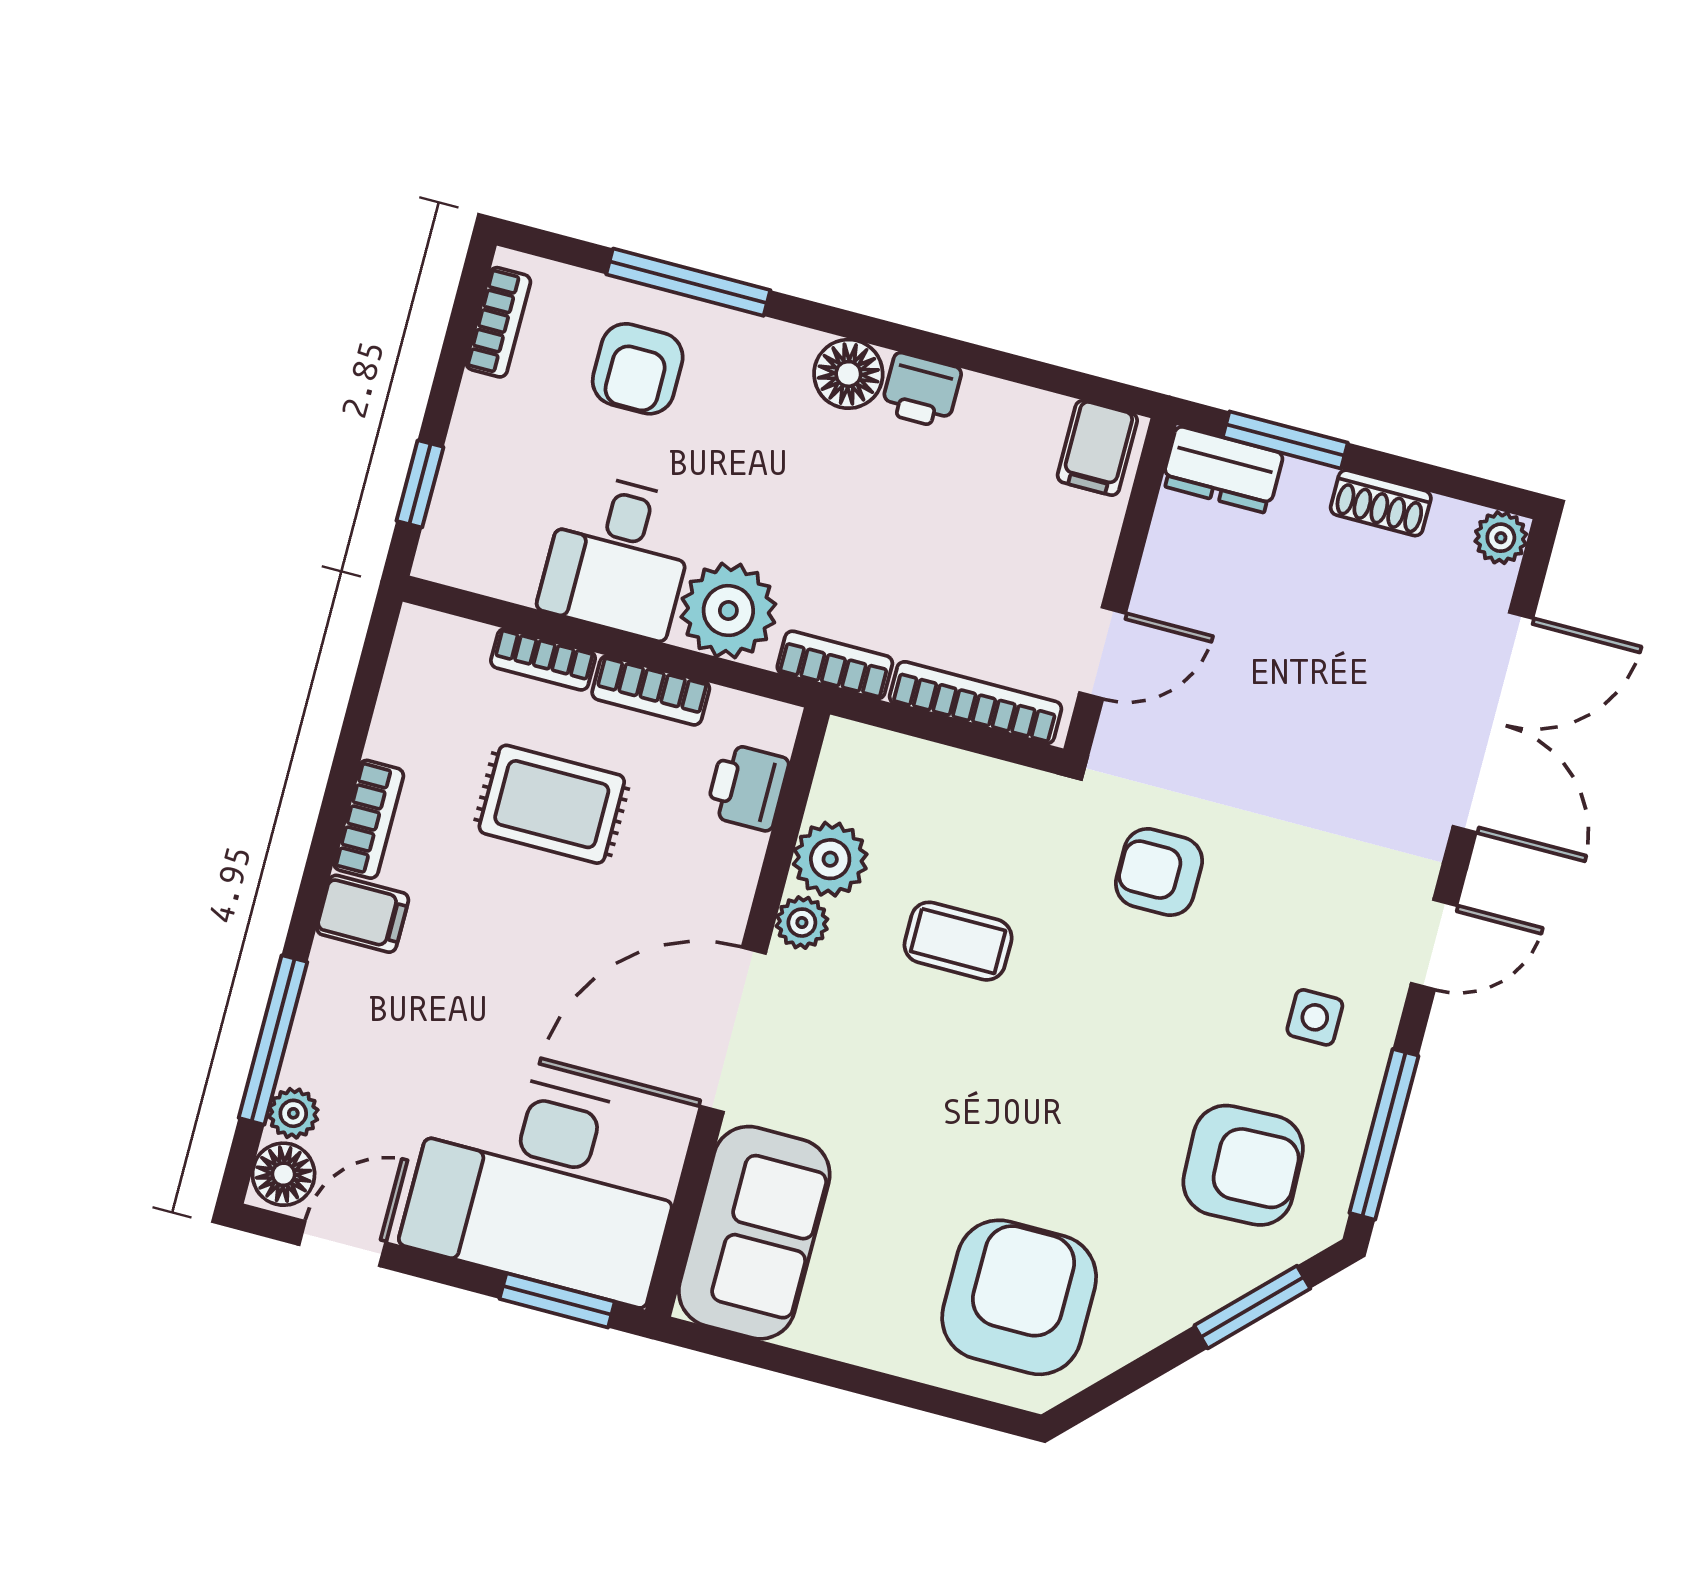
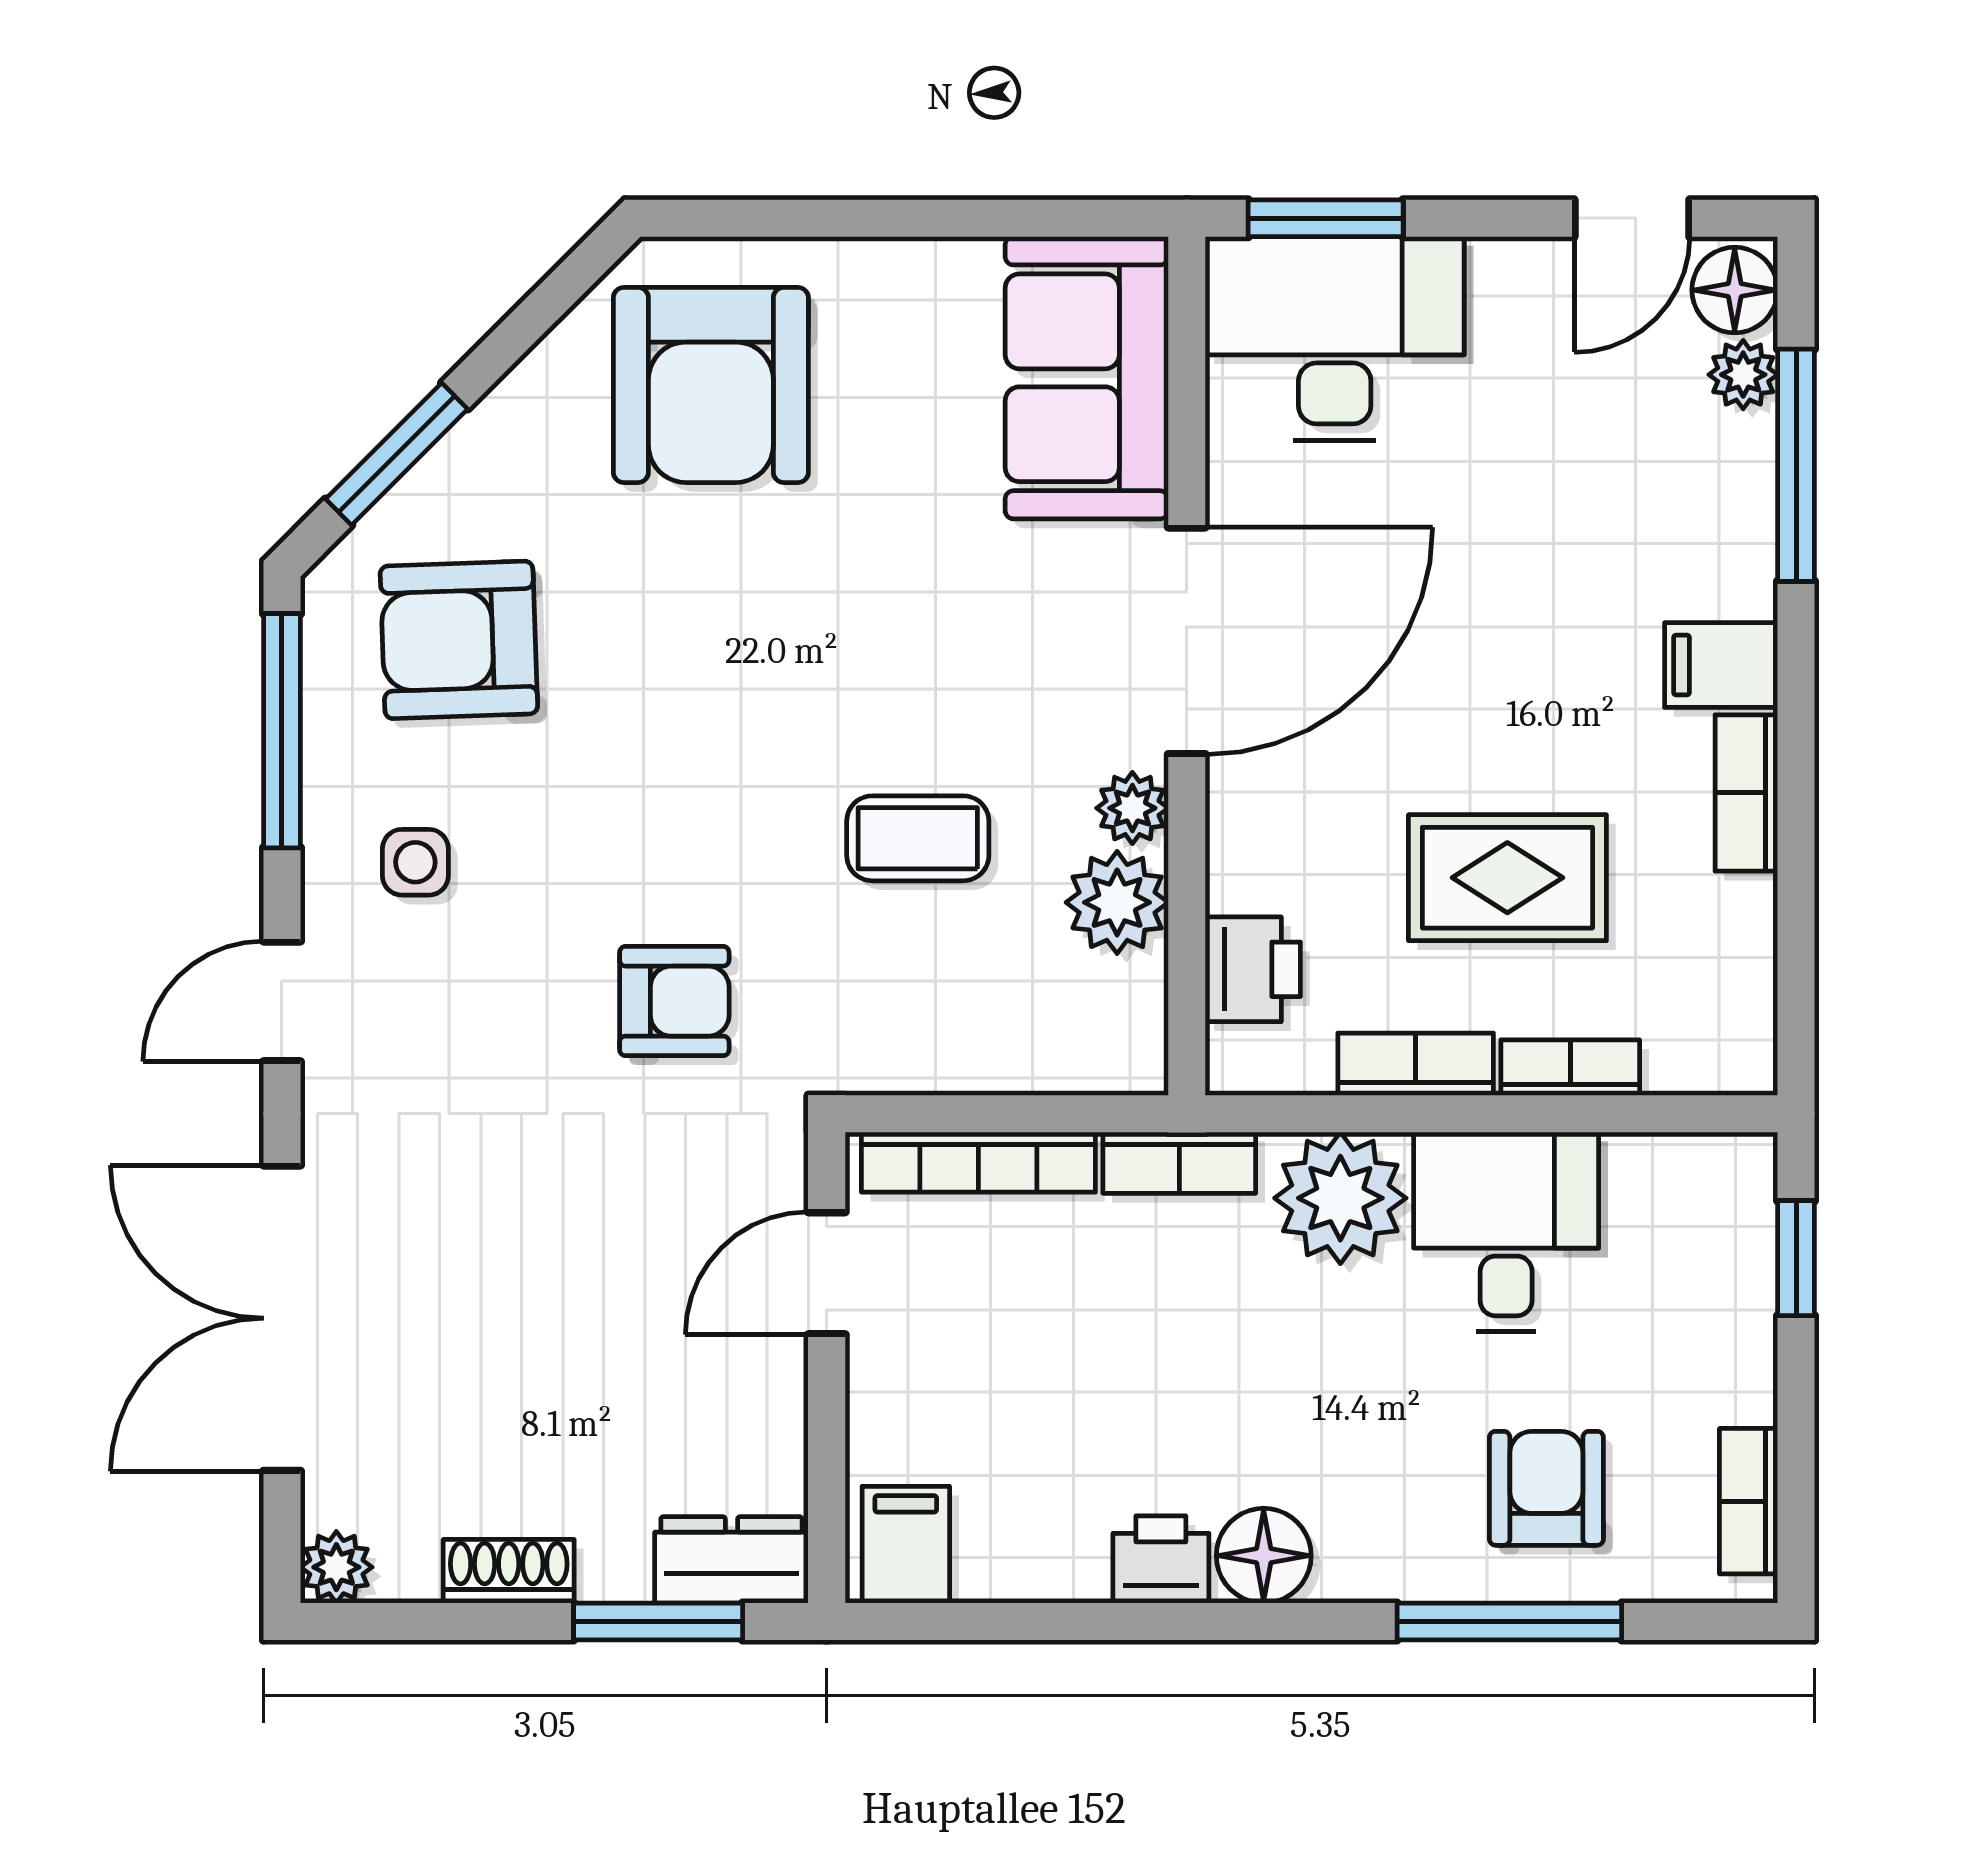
desk: (546, 1184) -> (1335, 338), width x0.73, depth x0.77

